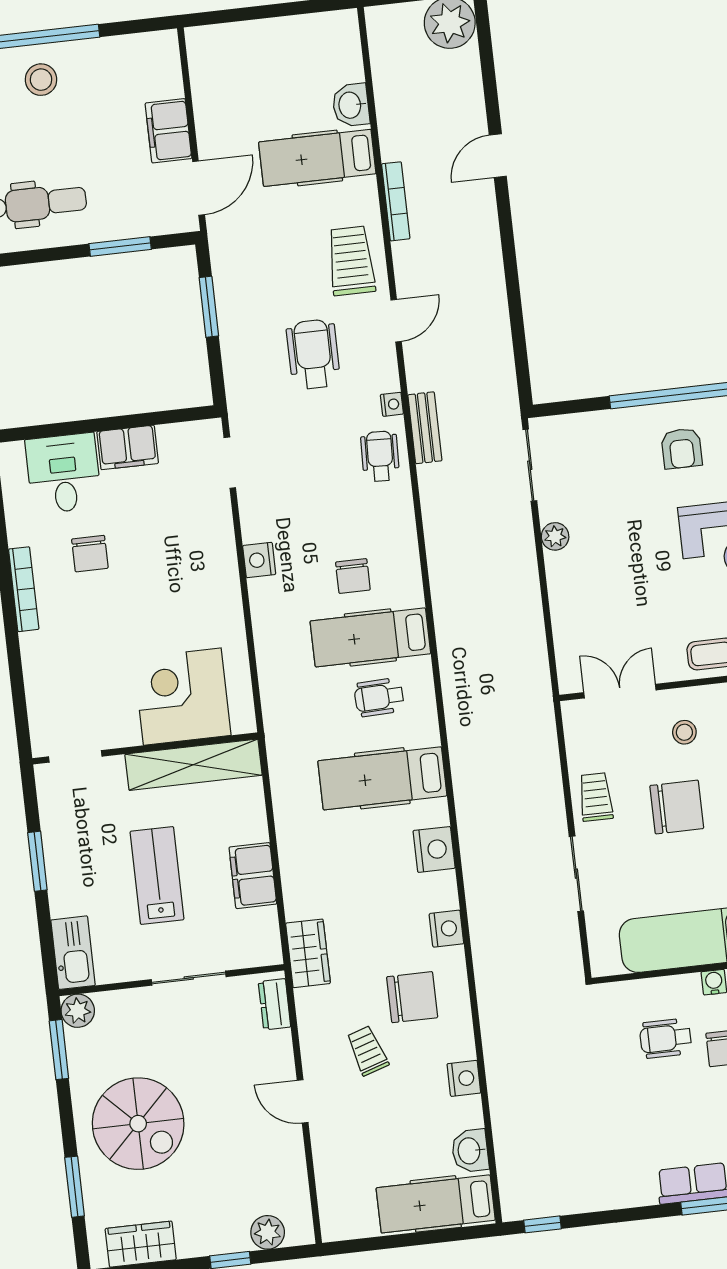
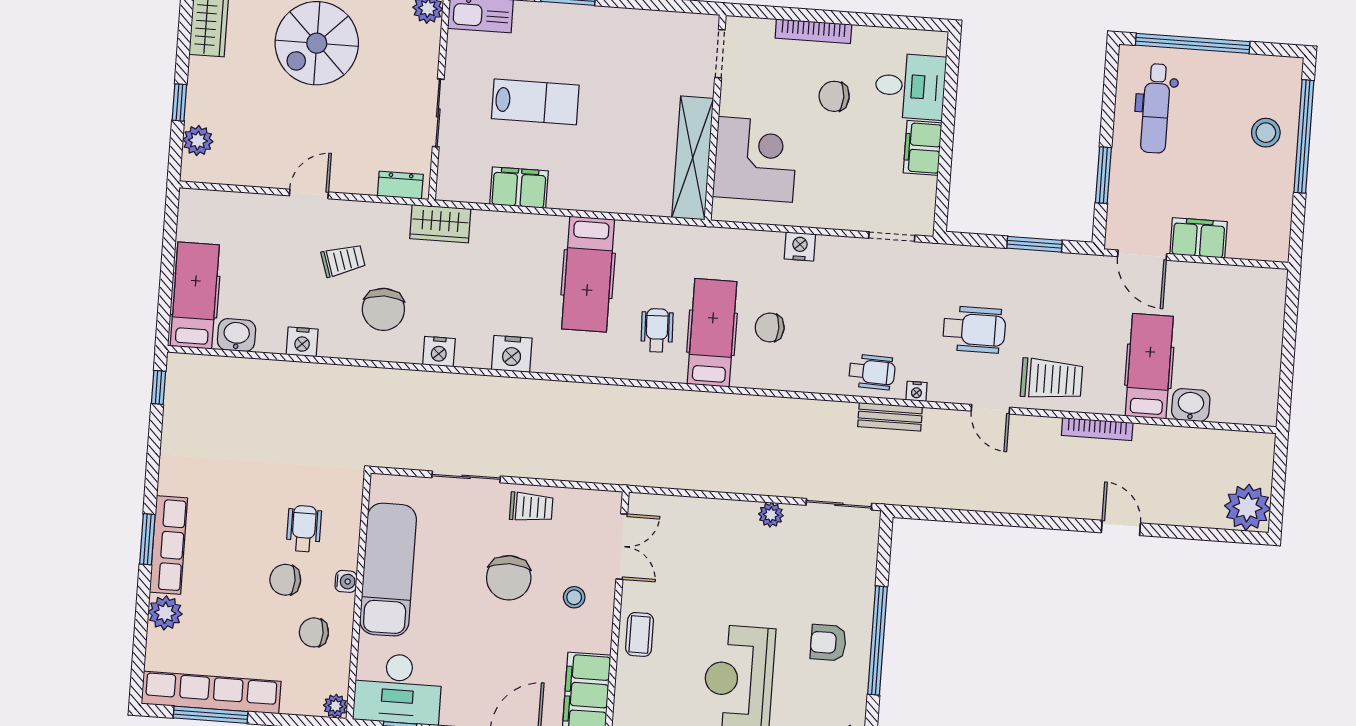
corner desk: (182, 697) -> (755, 159), moved
wall: (145, 749) -> (715, 118), moved
doorway: (75, 756) -> (720, 54), moved
shelving: (193, 765) -> (693, 158), moved
hospital bed: (382, 778) -> (588, 274), moved, turned 180

